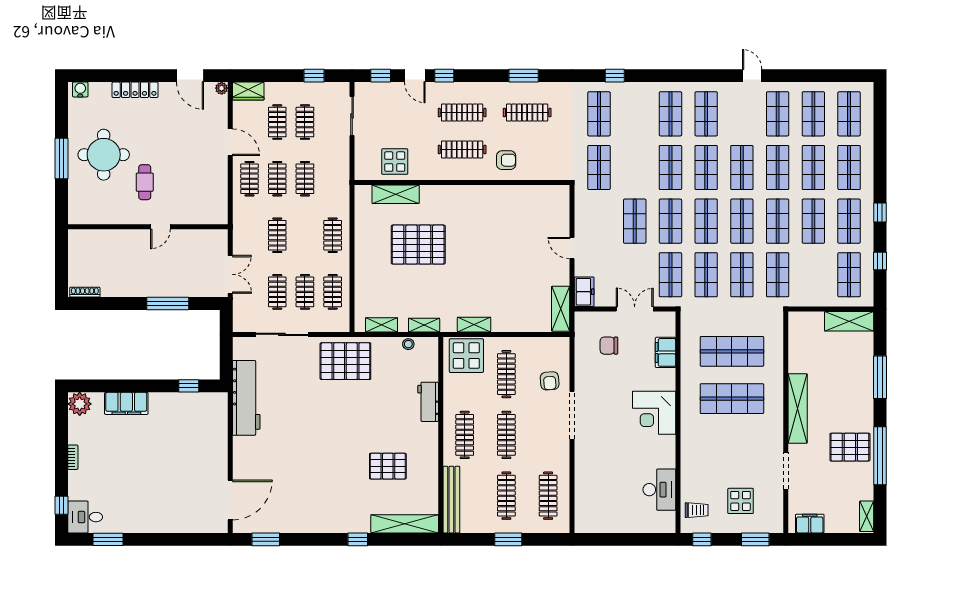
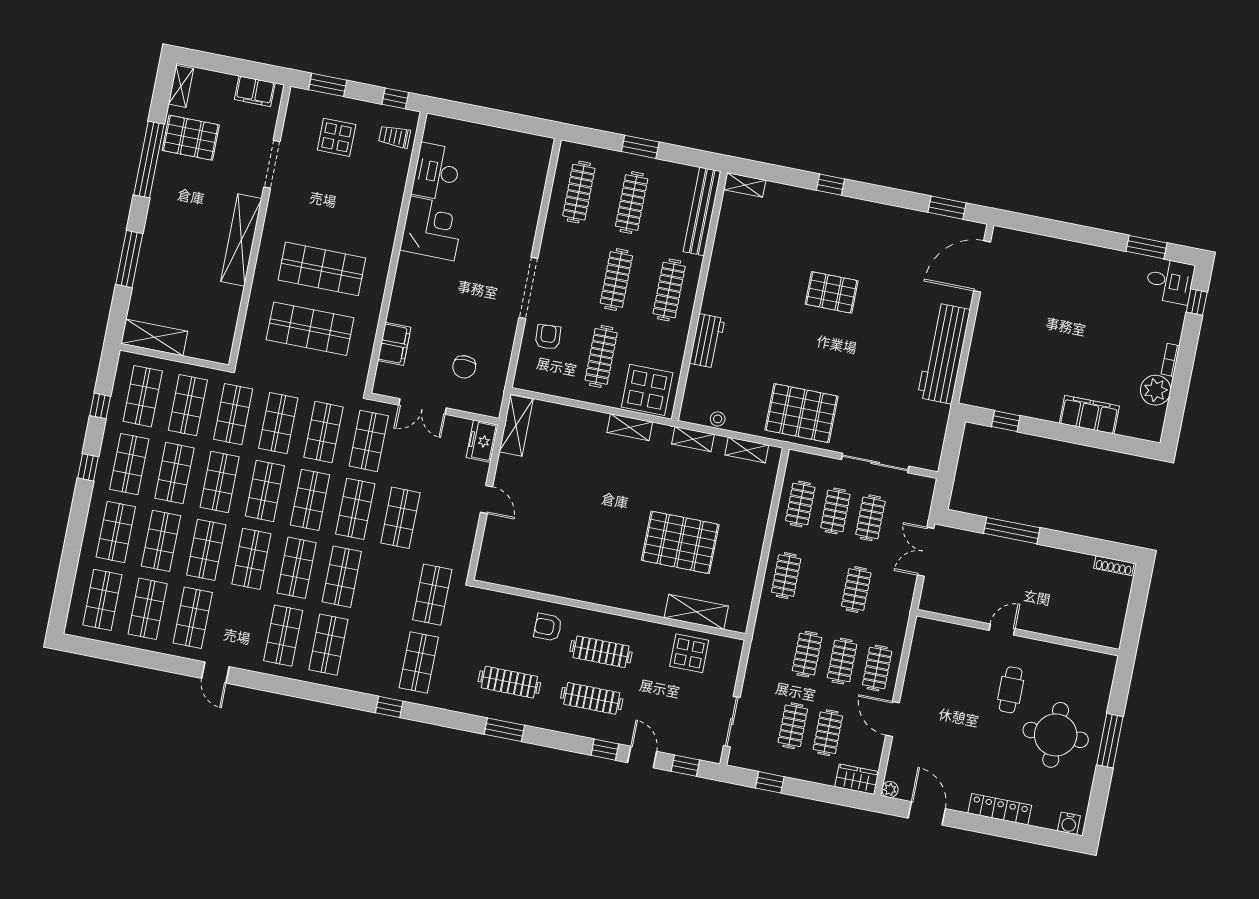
shop shelf: (813, 275) -> (188, 405), added
chair: (609, 346) -> (464, 367), turned 90
workbench: (246, 398) -> (944, 353), moved
plant: (80, 404) -> (1156, 390), moved
corner desk: (654, 413) -> (432, 228), moved
pallet: (850, 447) -> (191, 138), moved
pallet: (388, 466) -> (832, 292), moved
shelving: (405, 524) -> (745, 185), width x0.45, depth x0.75

